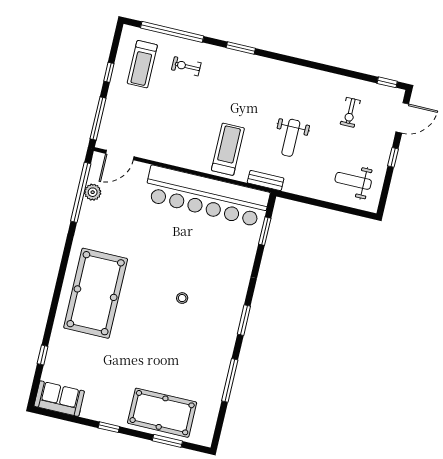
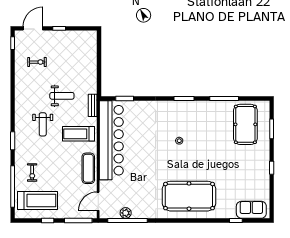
treadmill: (142, 64) -> (37, 201), width x1.37, depth x1.38
door: (402, 118) -> (33, 28), hinge flipped
exercise mat: (173, 152) -> (88, 168), added
door: (120, 155) -> (98, 201), swing flipped
weight bench: (353, 181) -> (43, 124), moved
sofa: (59, 399) -> (251, 210), moved, turned 90
pool table: (162, 413) -> (245, 124), moved

